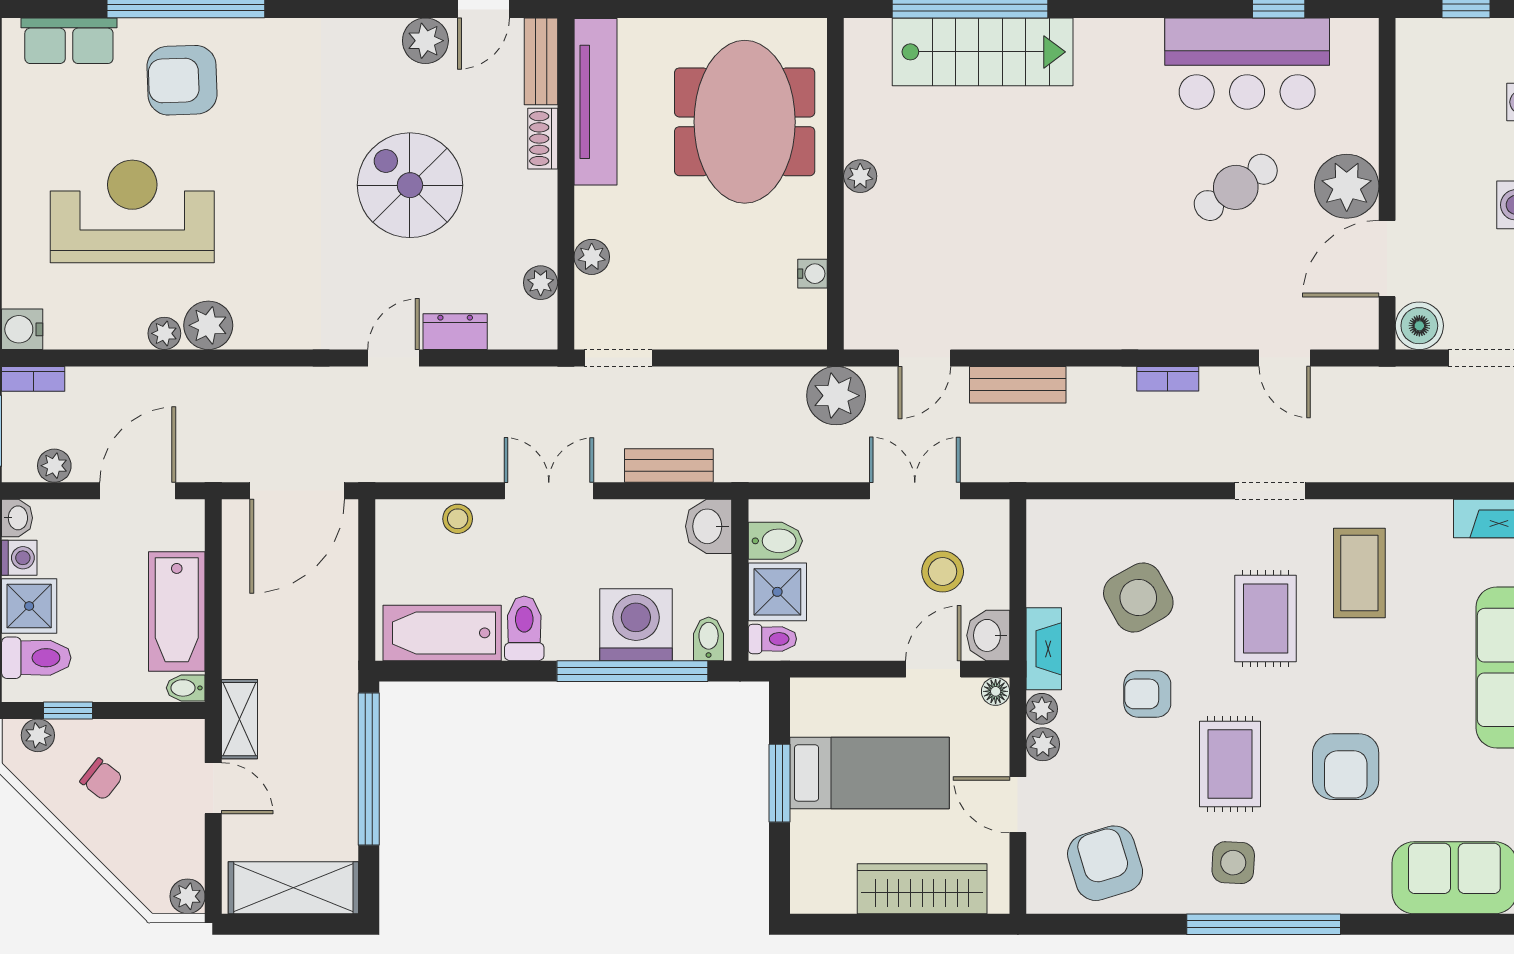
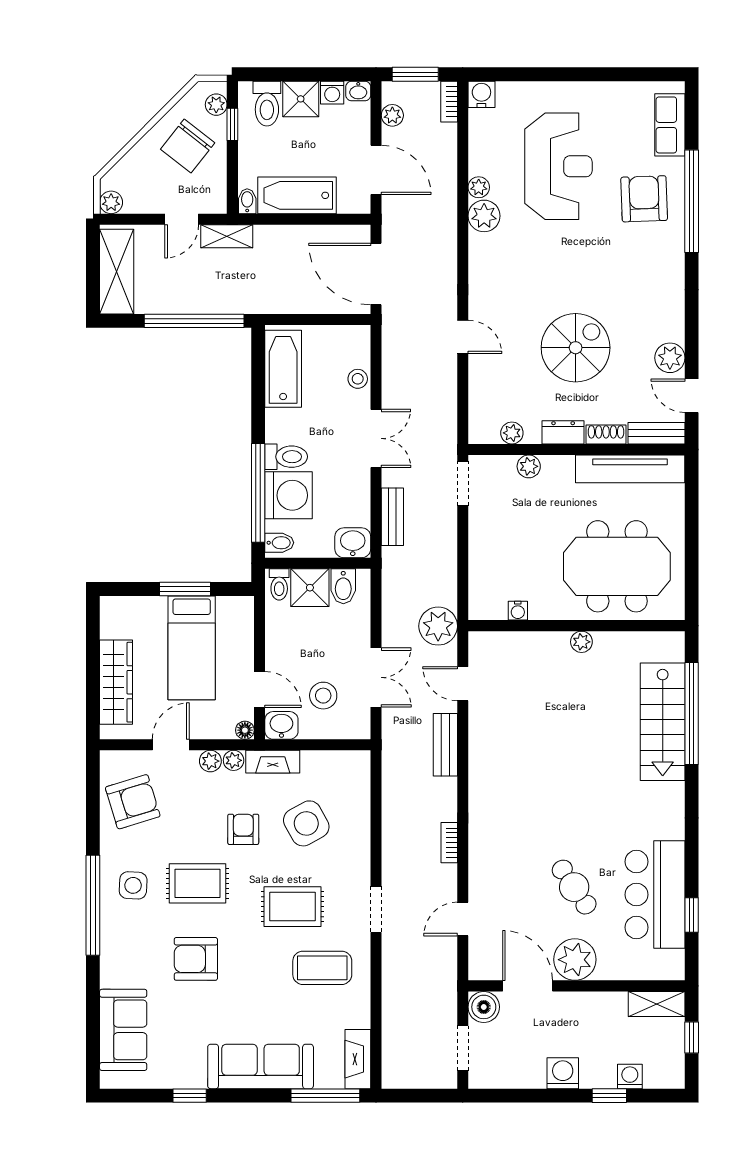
shelving: (1415, 61) -> (657, 1004), added
dresser: (455, 332) -> (563, 432), moved, turned -90
toilet: (524, 628) -> (286, 457), moved
chair: (101, 779) -> (188, 146), width x1.87, depth x1.87

